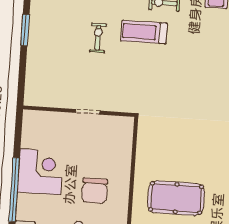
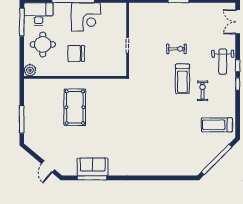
treadmill: (144, 32) -> (182, 79), turned 180

